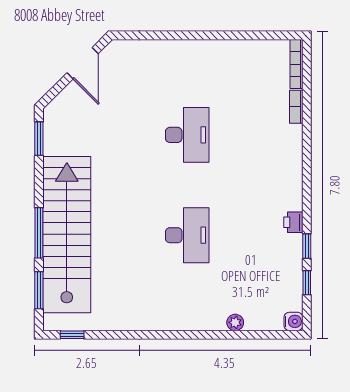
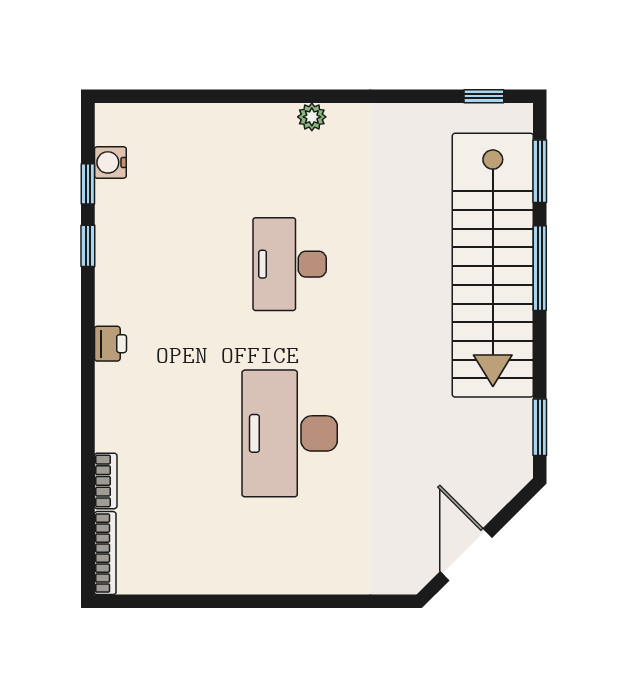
desk: (187, 135) -> (290, 433), width x1.36, depth x1.30
printer: (293, 222) -> (110, 344), moved
water cooler: (293, 321) -> (110, 162), moved
plant: (235, 322) -> (312, 117), moved

